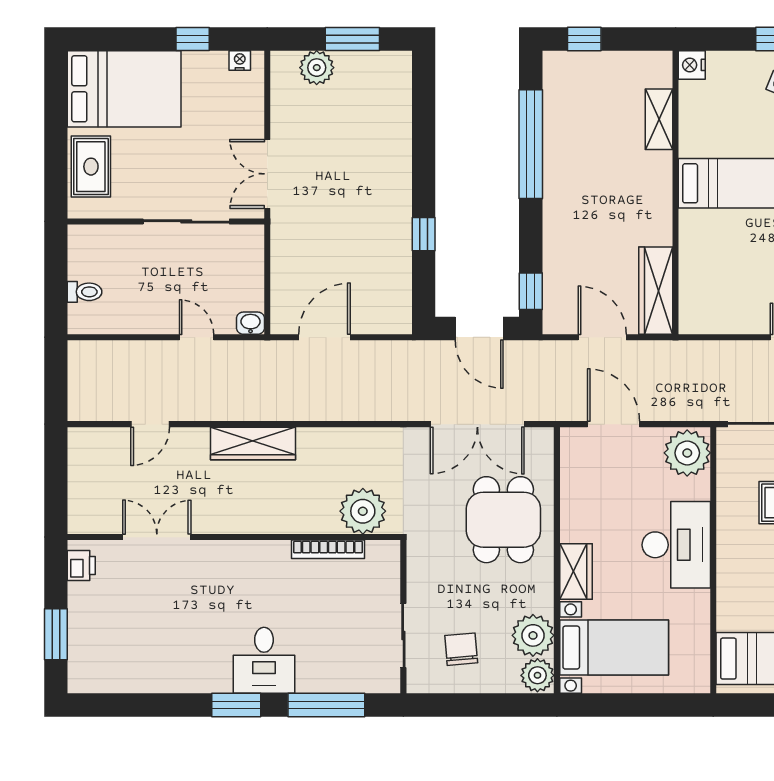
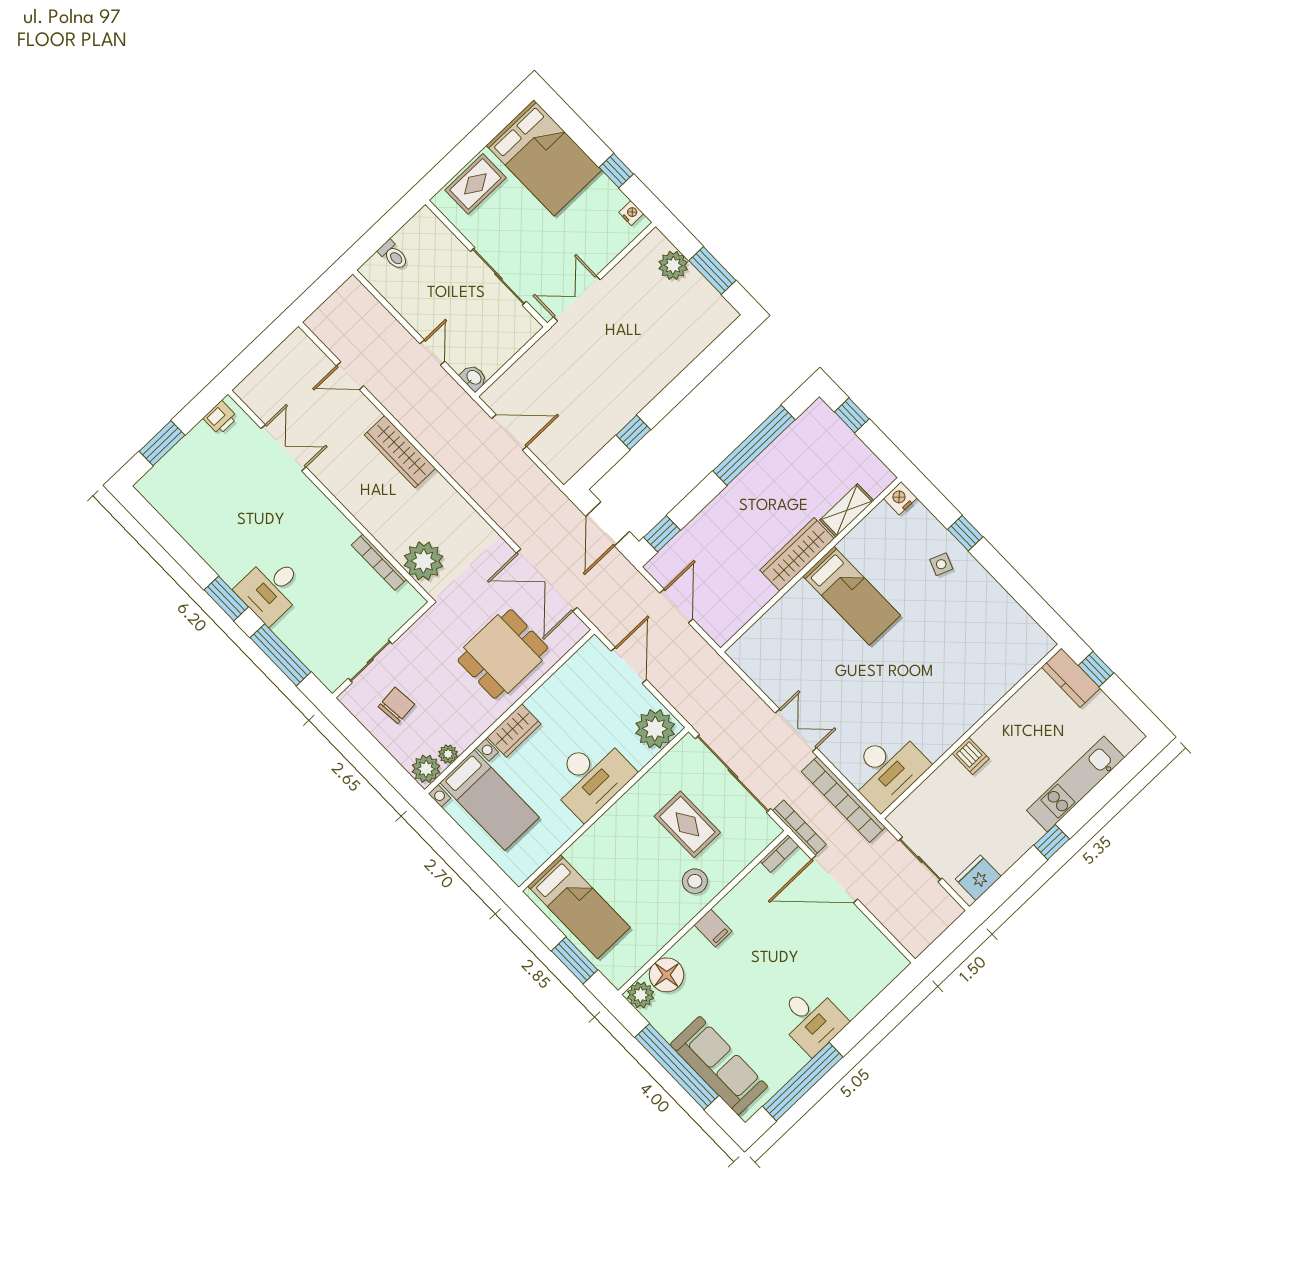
wardrobe: (656, 291) -> (797, 554), moved
plant: (533, 635) -> (448, 754), width x0.53, depth x0.53

